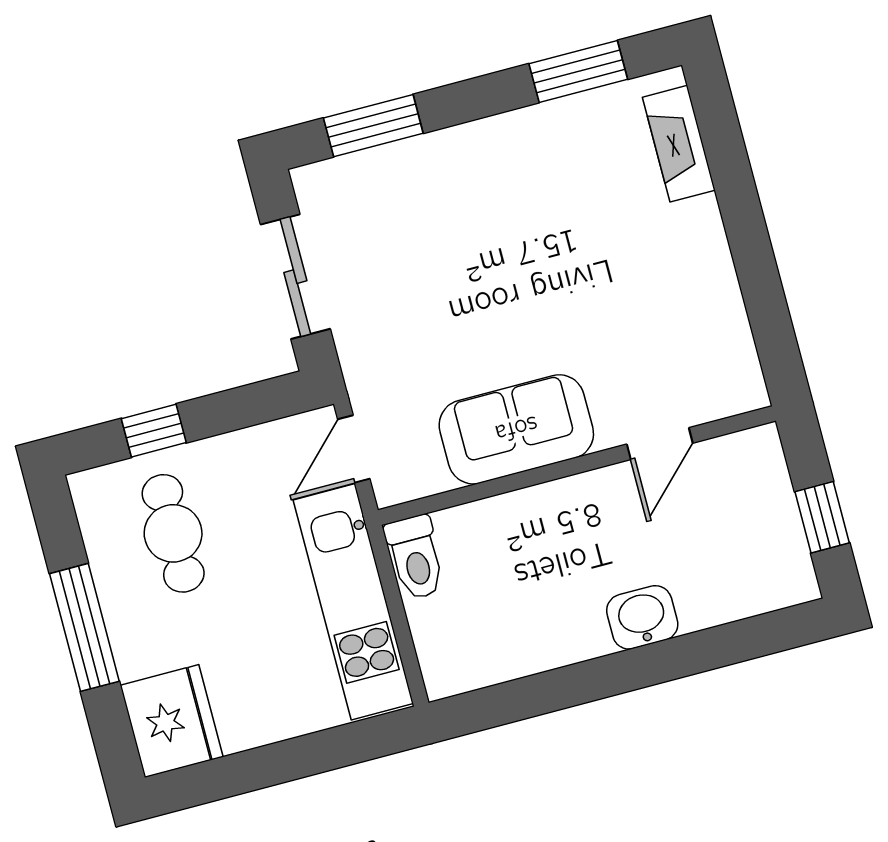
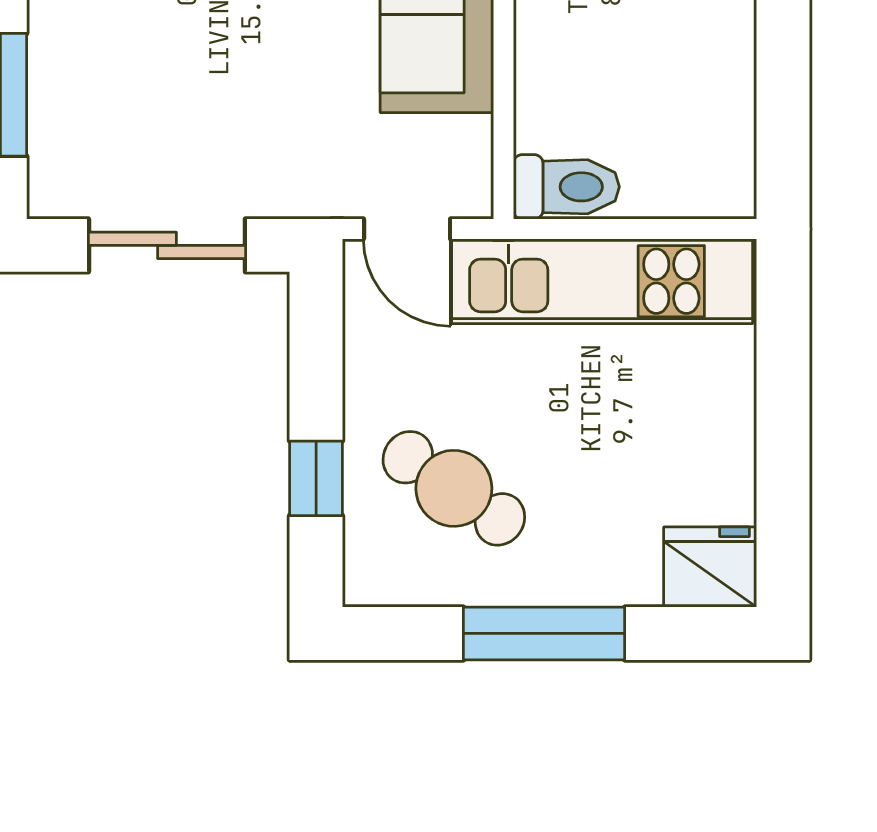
cafe table: (173, 533) -> (454, 488), turned 34
fridge: (172, 721) -> (710, 567), width x0.73, depth x0.75

